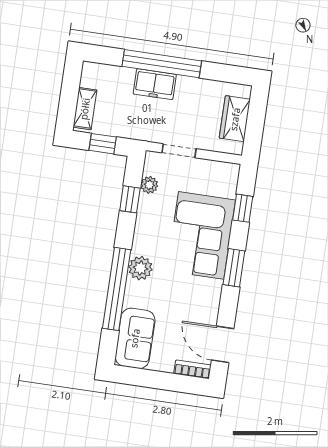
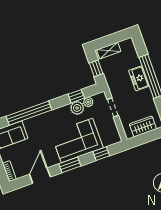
plant: (140, 268) -> (77, 108), moved
door: (223, 344) -> (40, 176), moved

